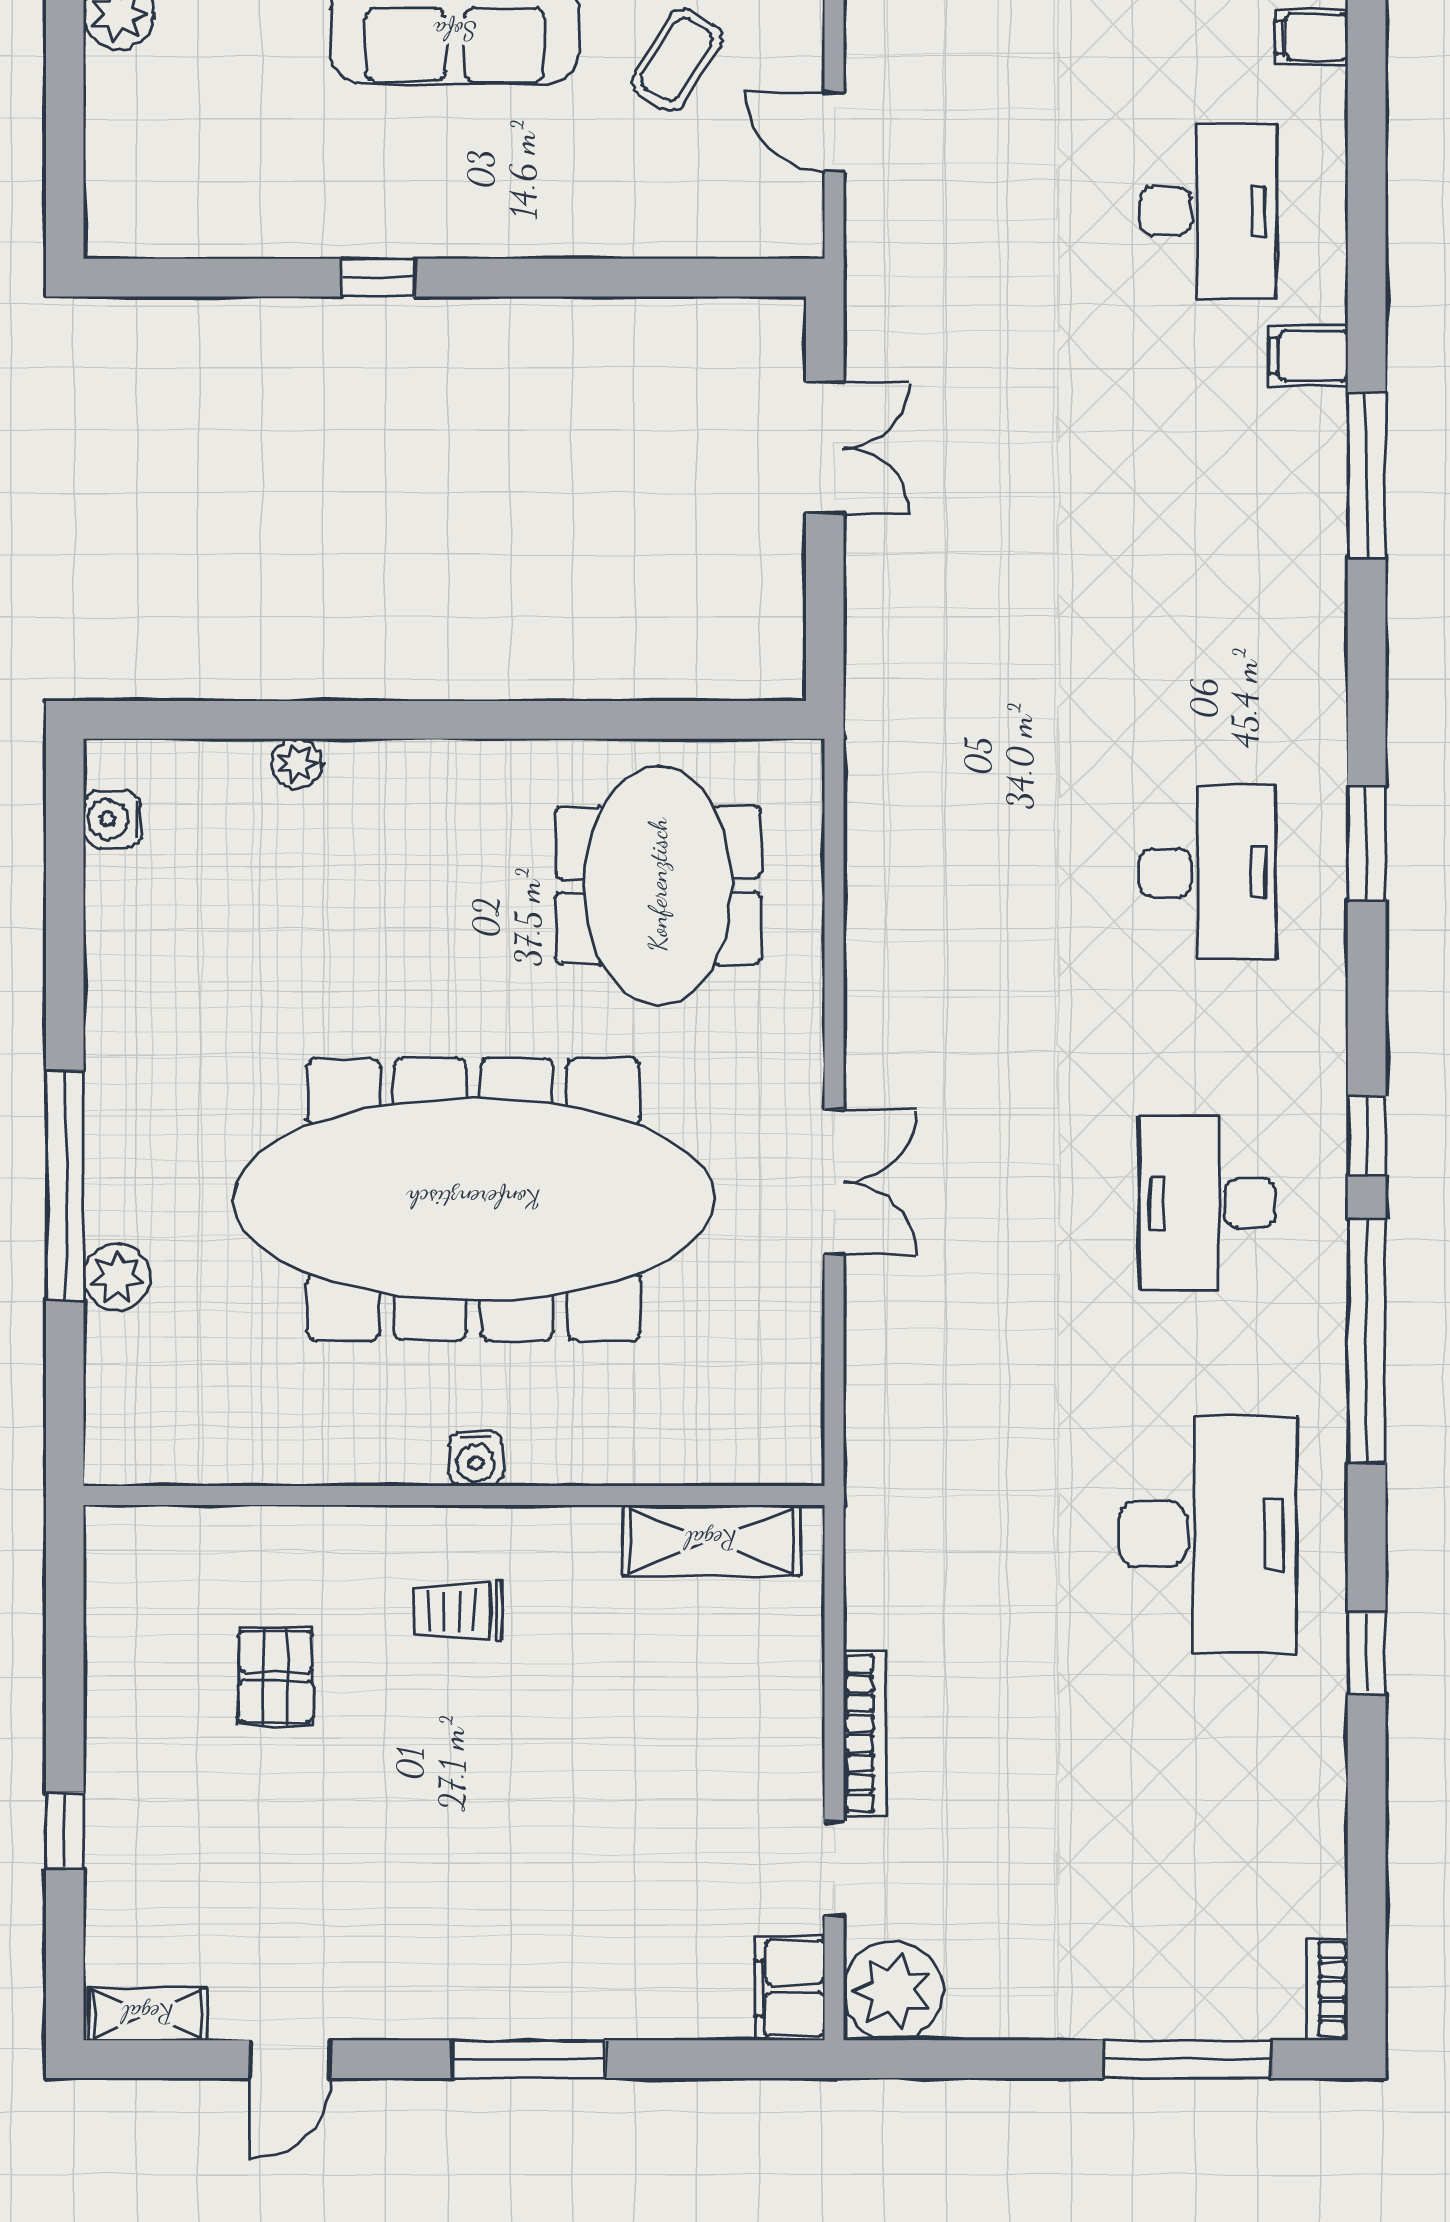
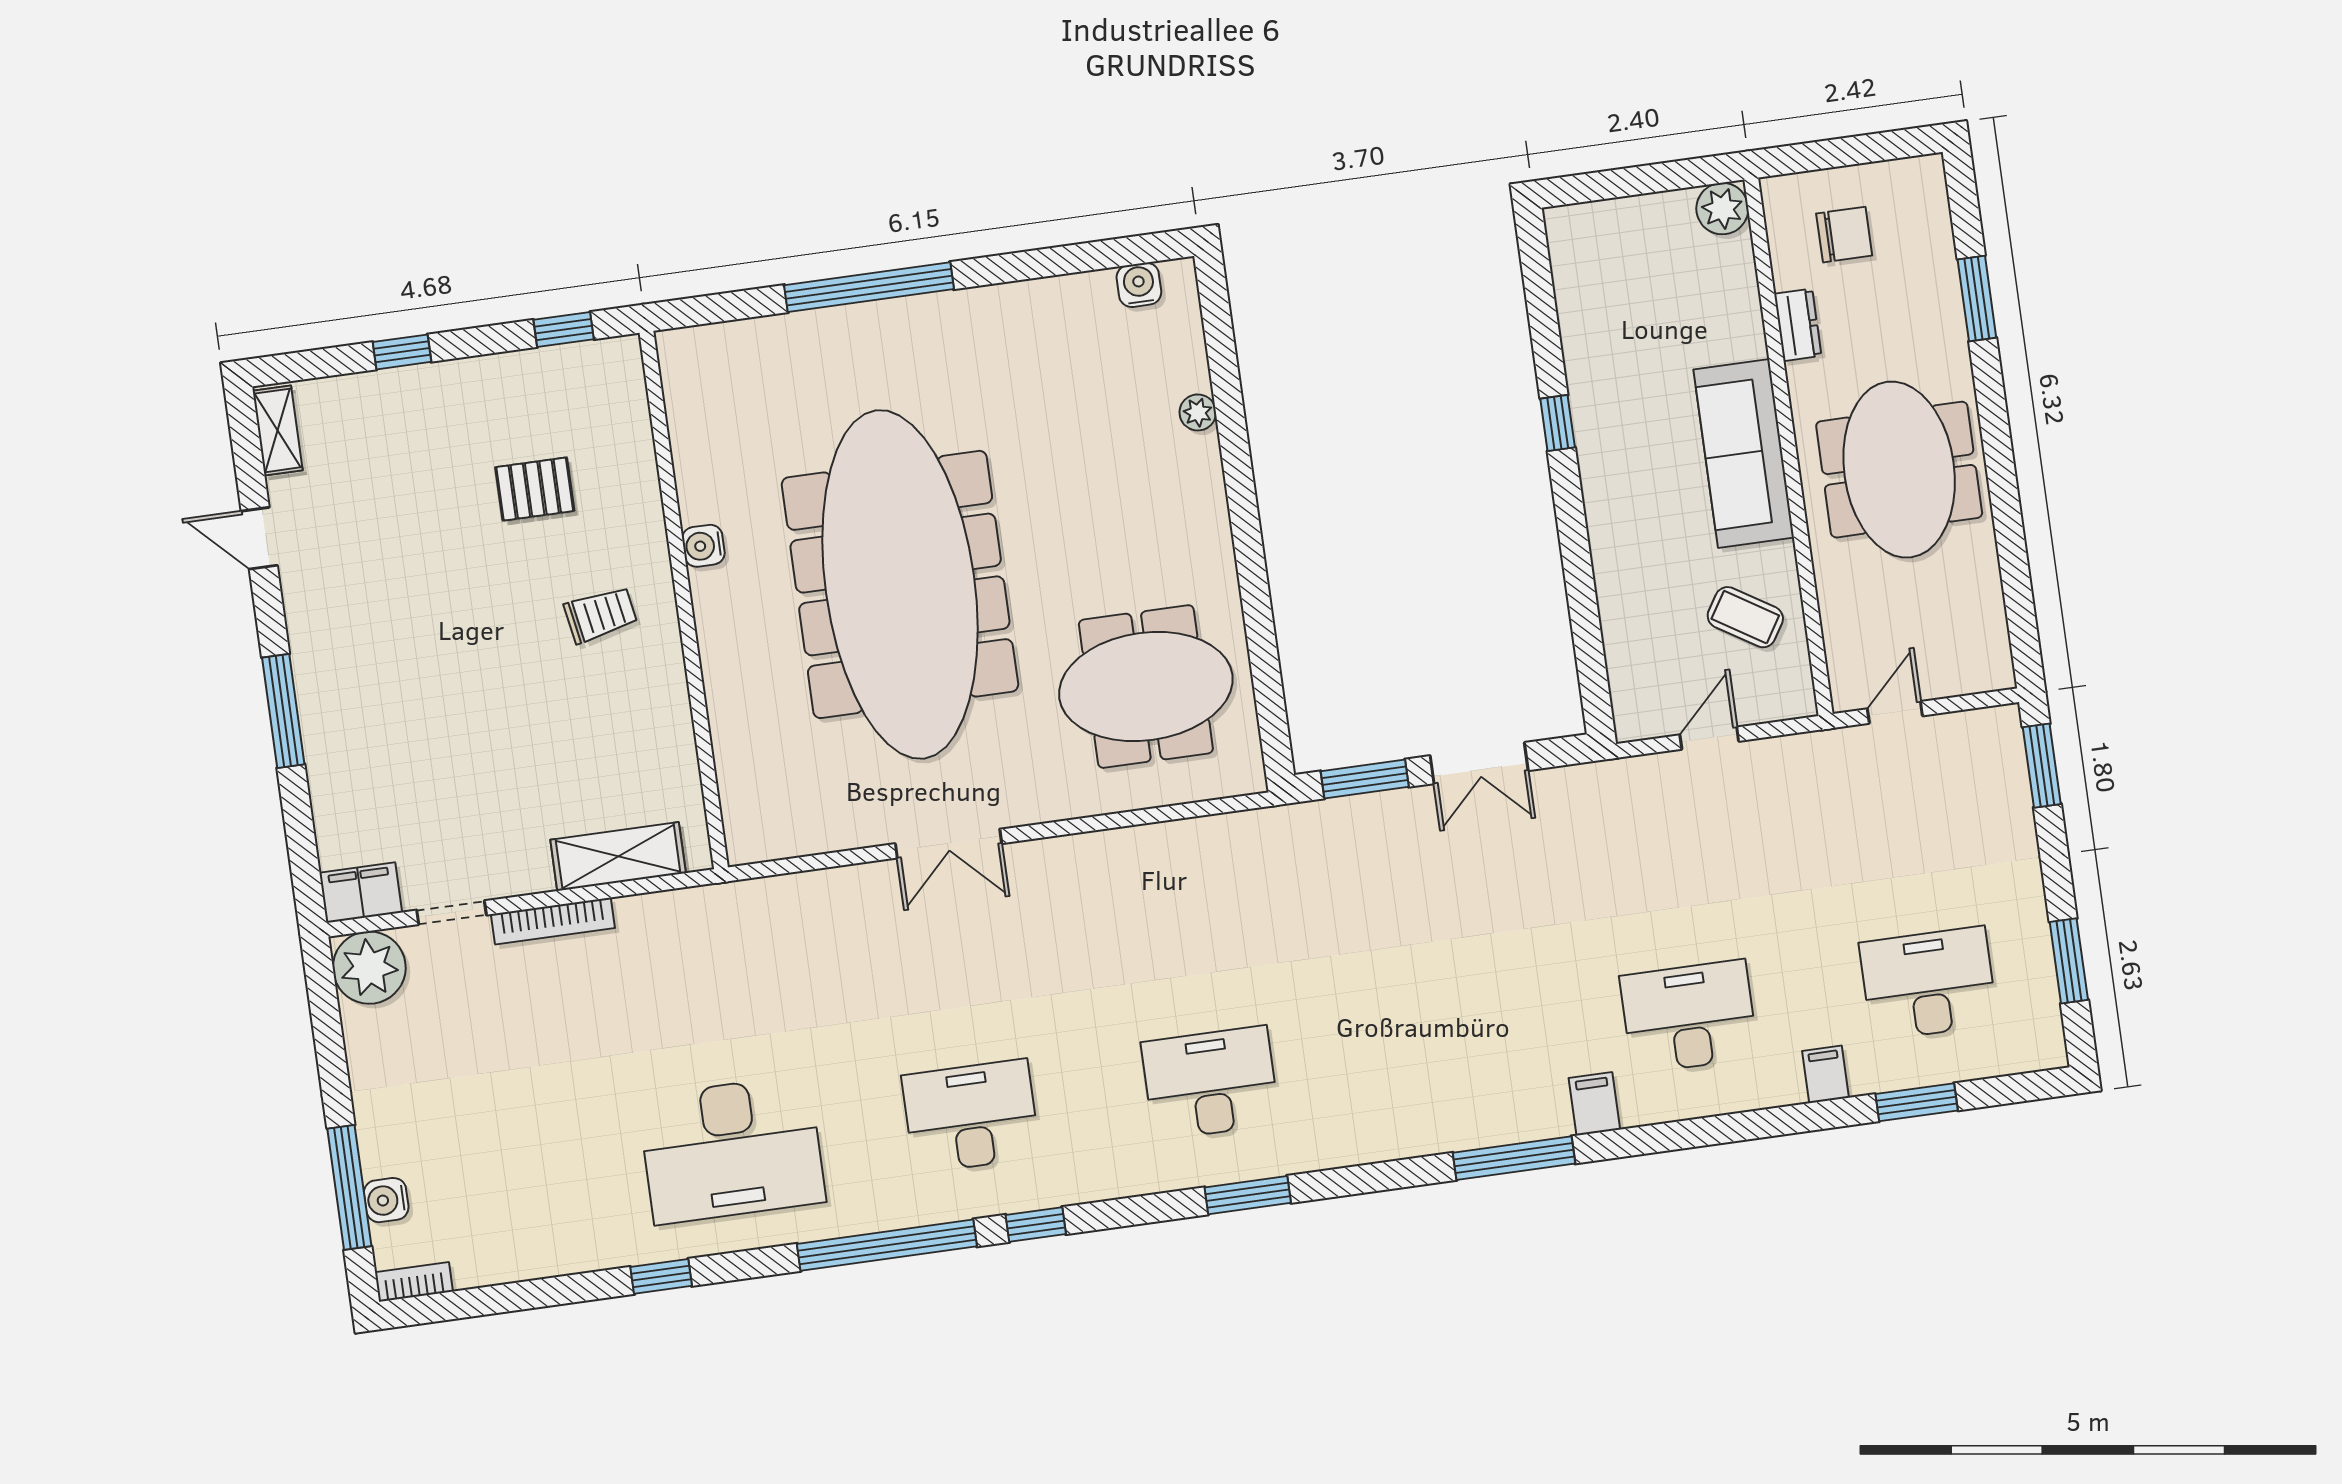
desk: (1208, 211) -> (1689, 1017), turned 180
window: (825, 606) -> (1365, 779), added
desk: (1208, 873) -> (1210, 1083), turned 180
plant: (117, 1277) -> (808, 334), removed
water cooler: (476, 1459) -> (703, 546), moved
shelving: (711, 1540) -> (618, 856), moved, turned 90
window: (65, 1607) -> (564, 329), added
trolley: (458, 1611) -> (601, 615), turned 80
water cooler: (1211, 2012) -> (386, 1200), added

